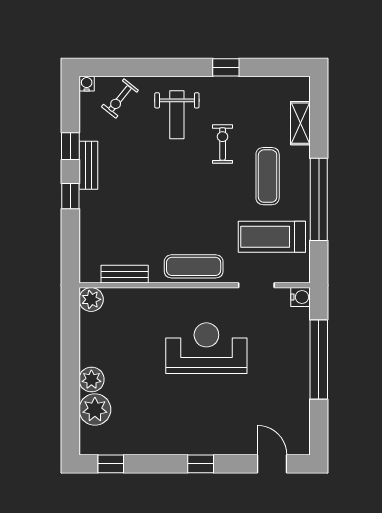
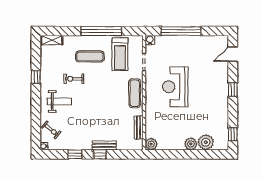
shelving: (300, 123) -> (52, 40), moved
bench: (88, 165) -> (104, 145), moved

